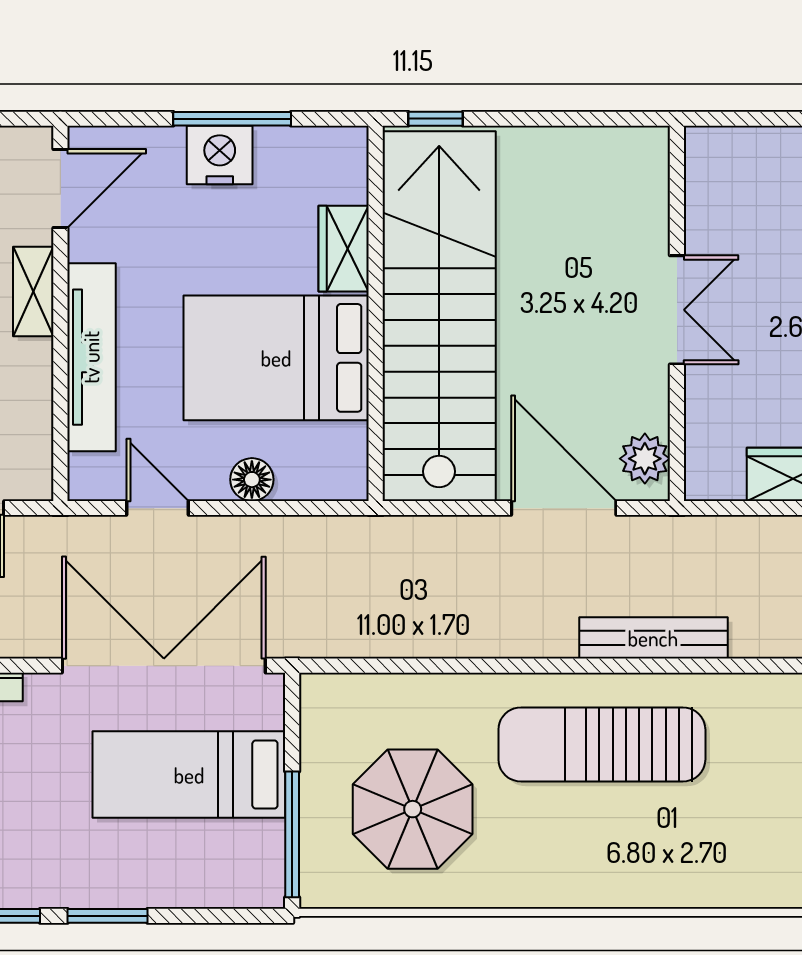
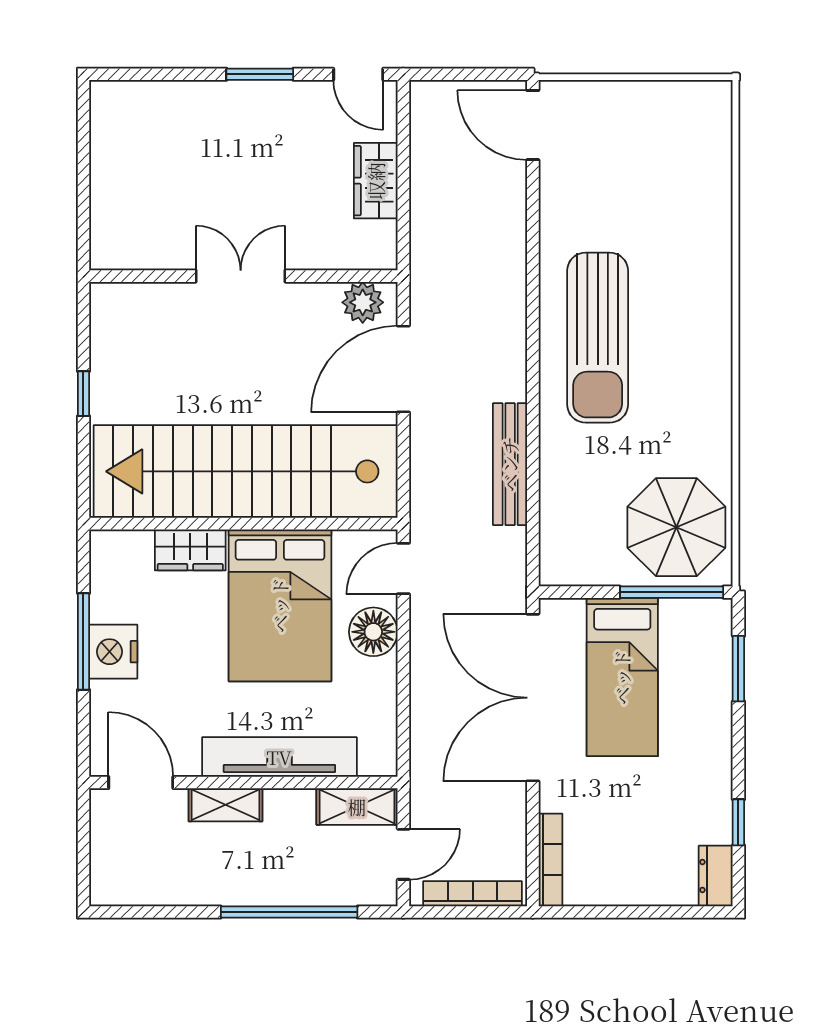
window: (435, 119) -> (83, 394), moved
shelving: (31, 452) -> (357, 807), added
floor lamp: (252, 480) -> (373, 632), width x1.38, depth x1.38
door: (158, 508) -> (403, 568), moved
bench: (653, 638) -> (510, 464), moved
parasol: (413, 809) -> (676, 527), moved
window: (107, 916) -> (738, 669), moved

